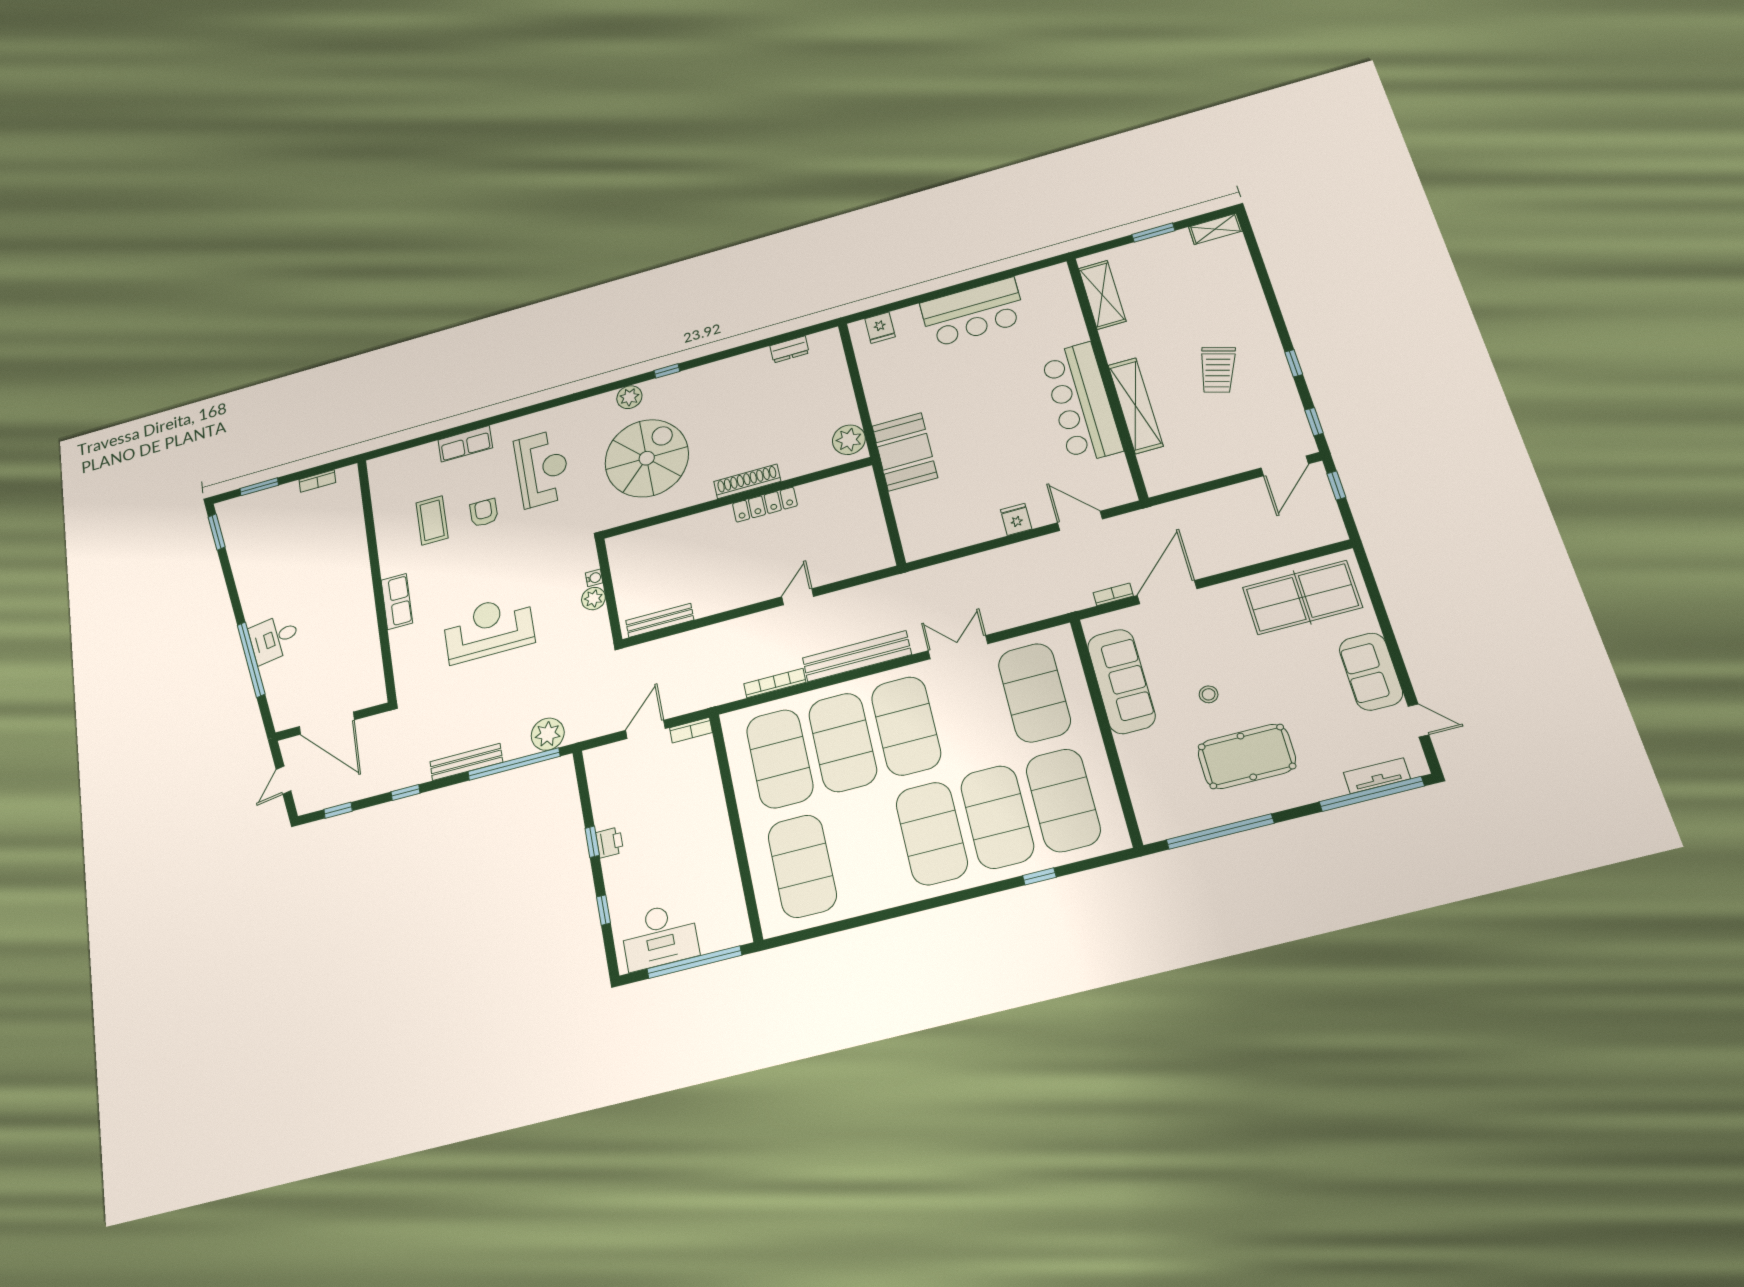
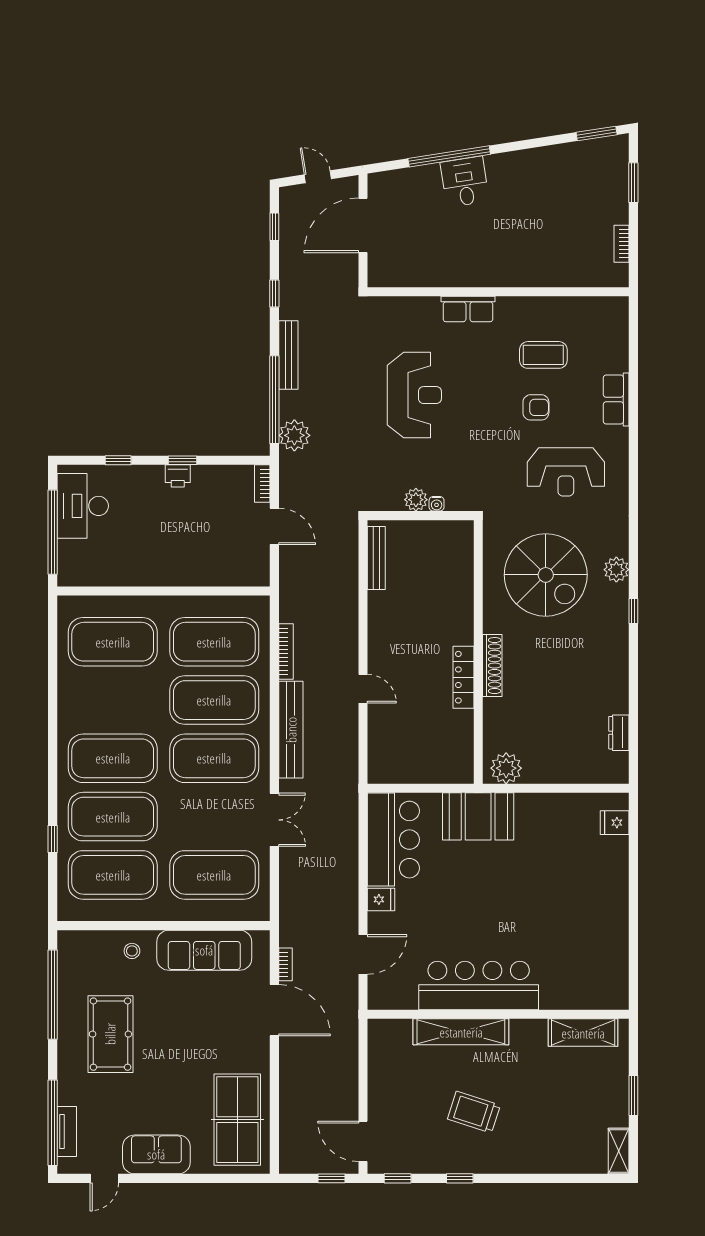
bar counter: (973, 312) -> (393, 840), moved, turned 180
stool: (1209, 694) -> (132, 951), moved
bookcase: (691, 730) -> (262, 484), moved

